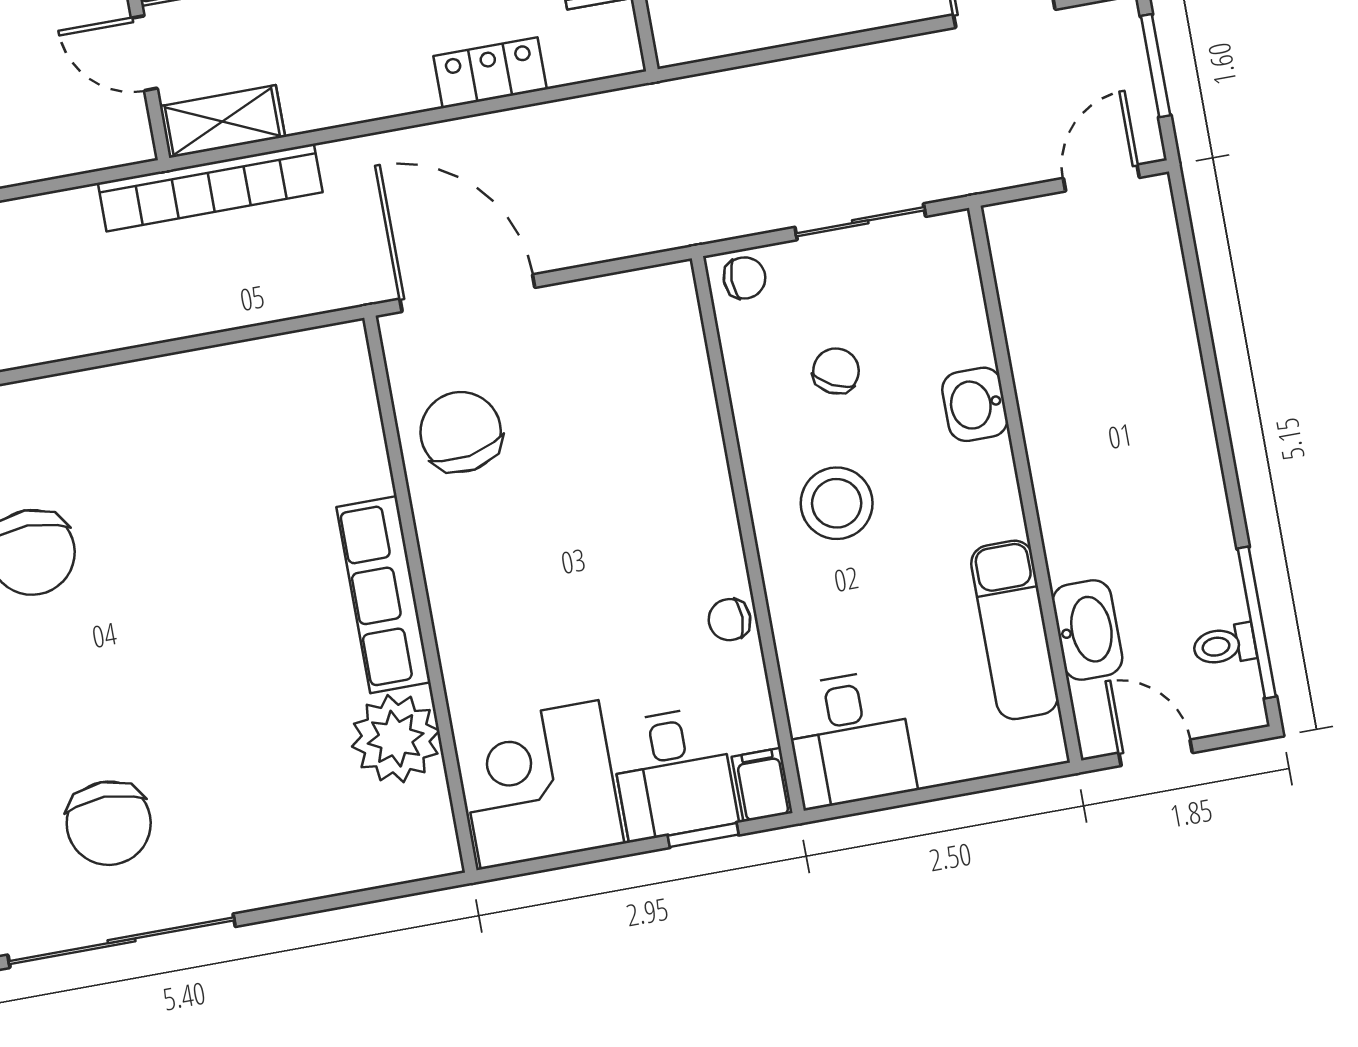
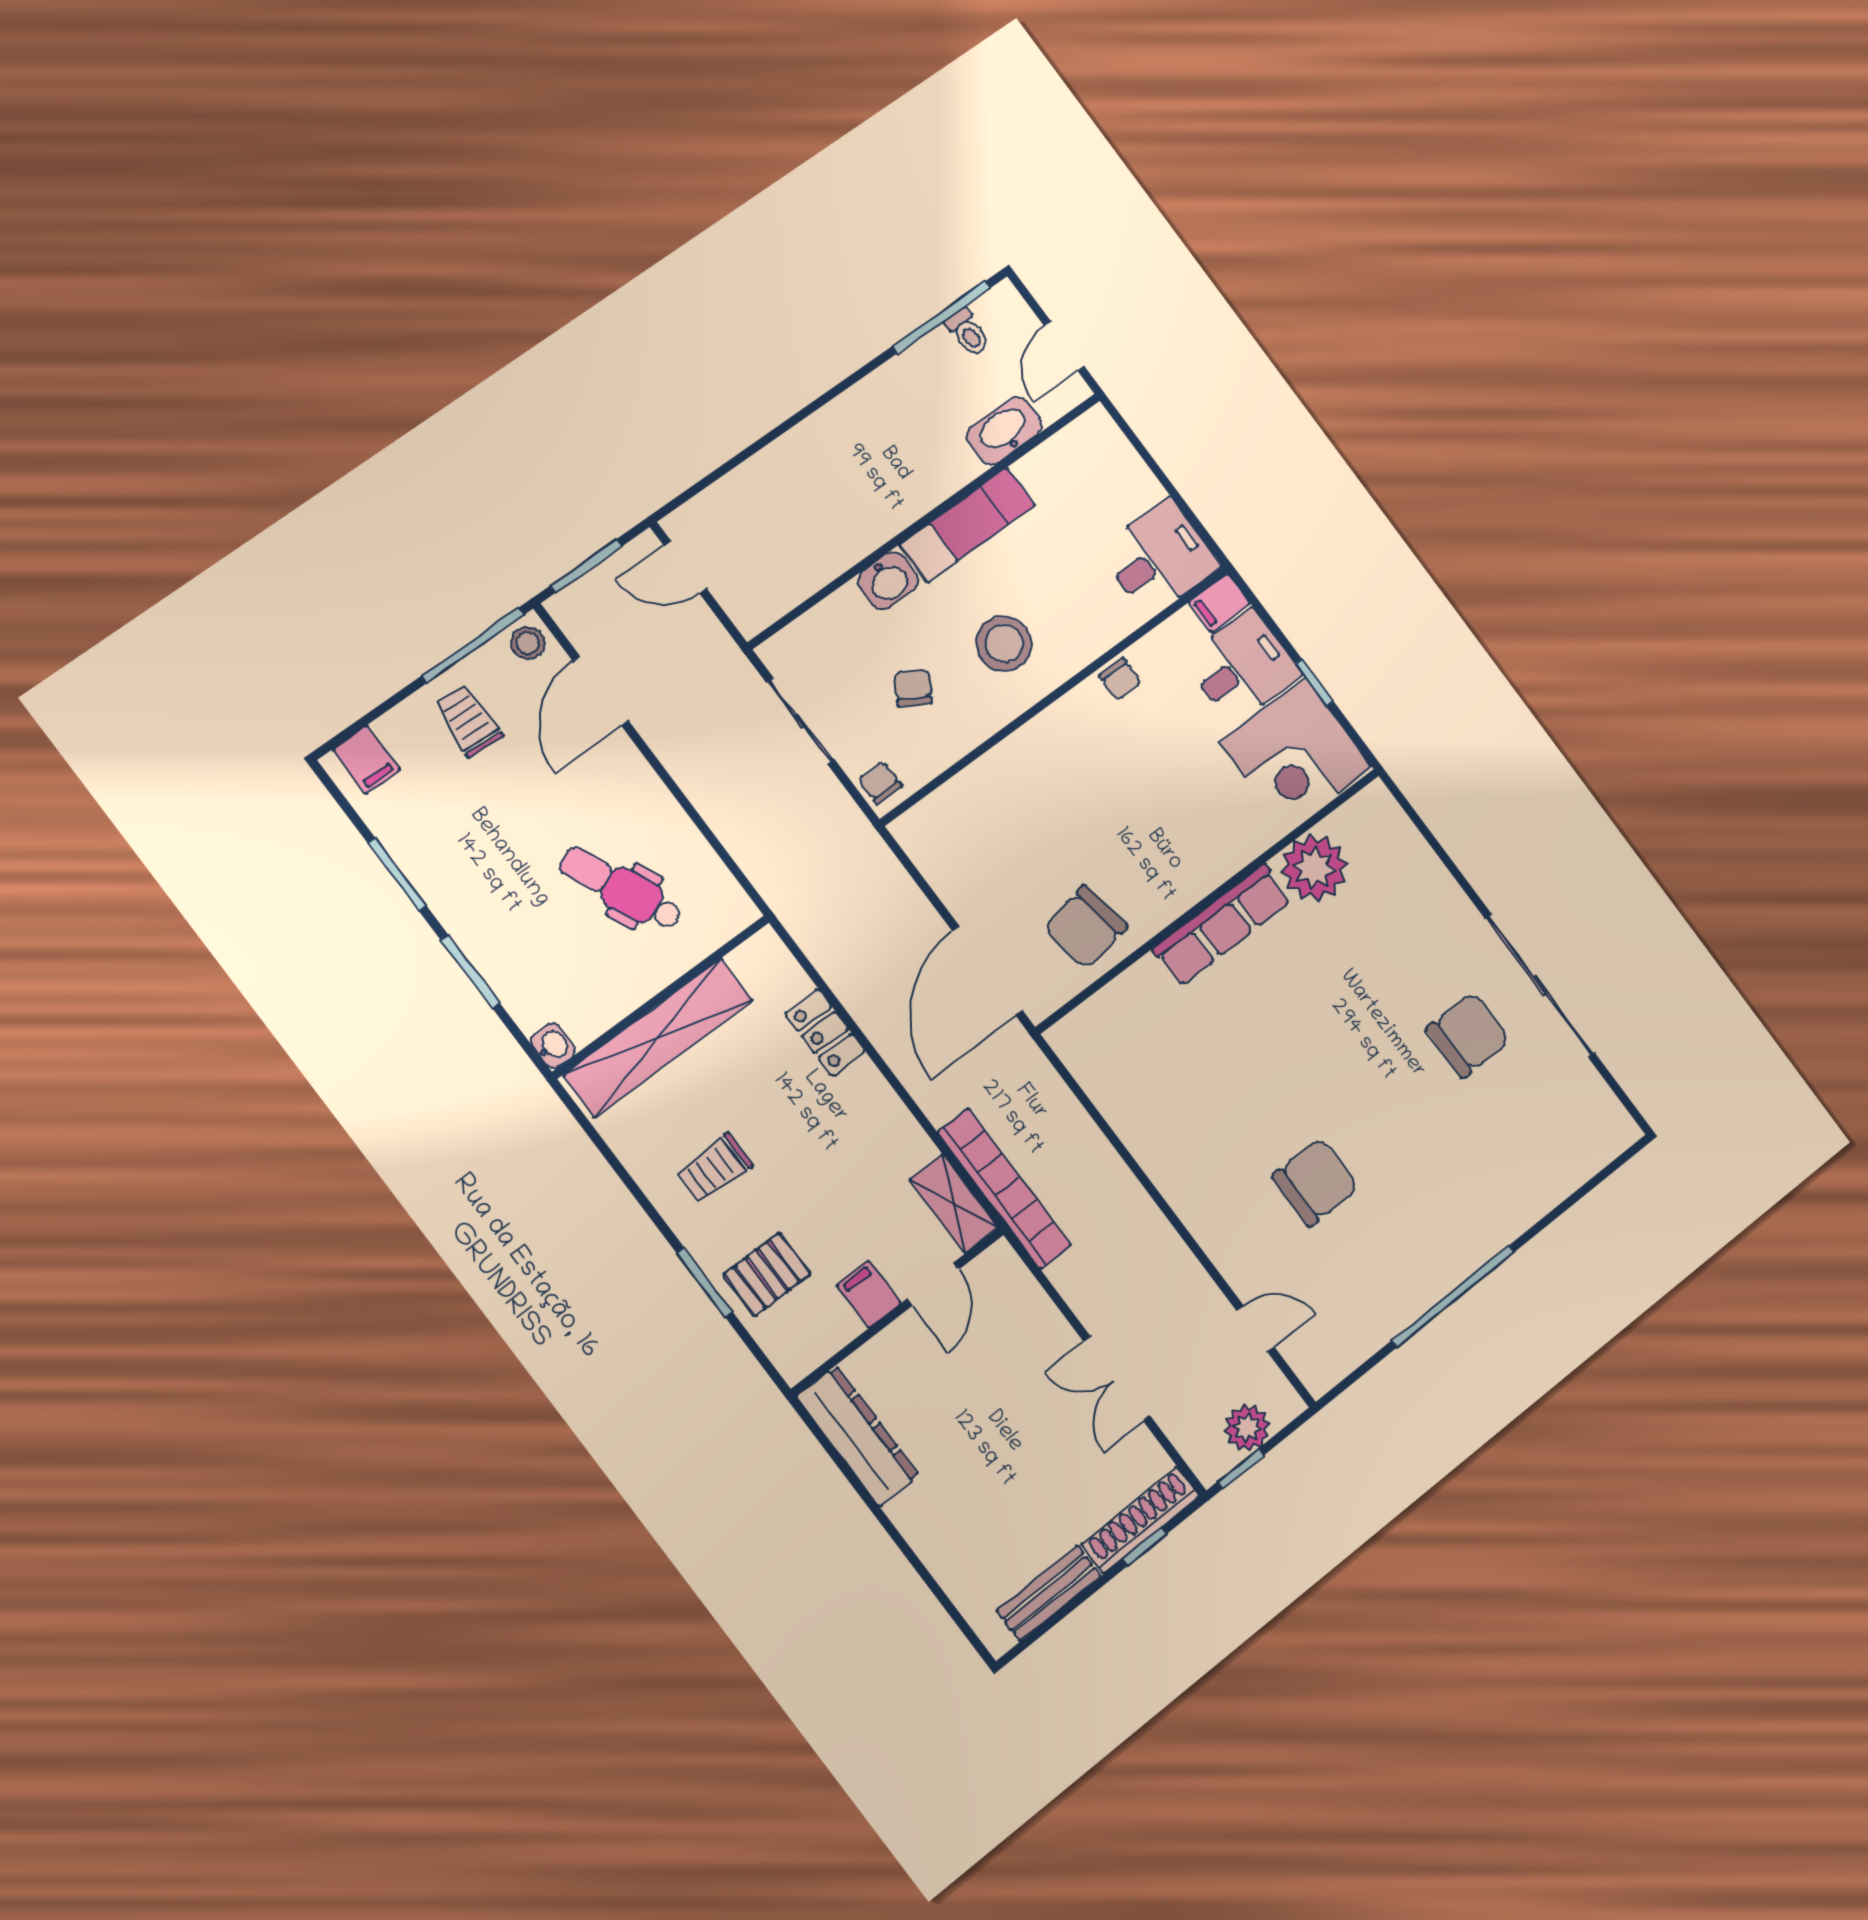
chair: (836, 371) -> (913, 688), turned 94
exam couch: (1015, 630) -> (967, 525), moved
window: (703, 835) -> (1314, 683), moved

